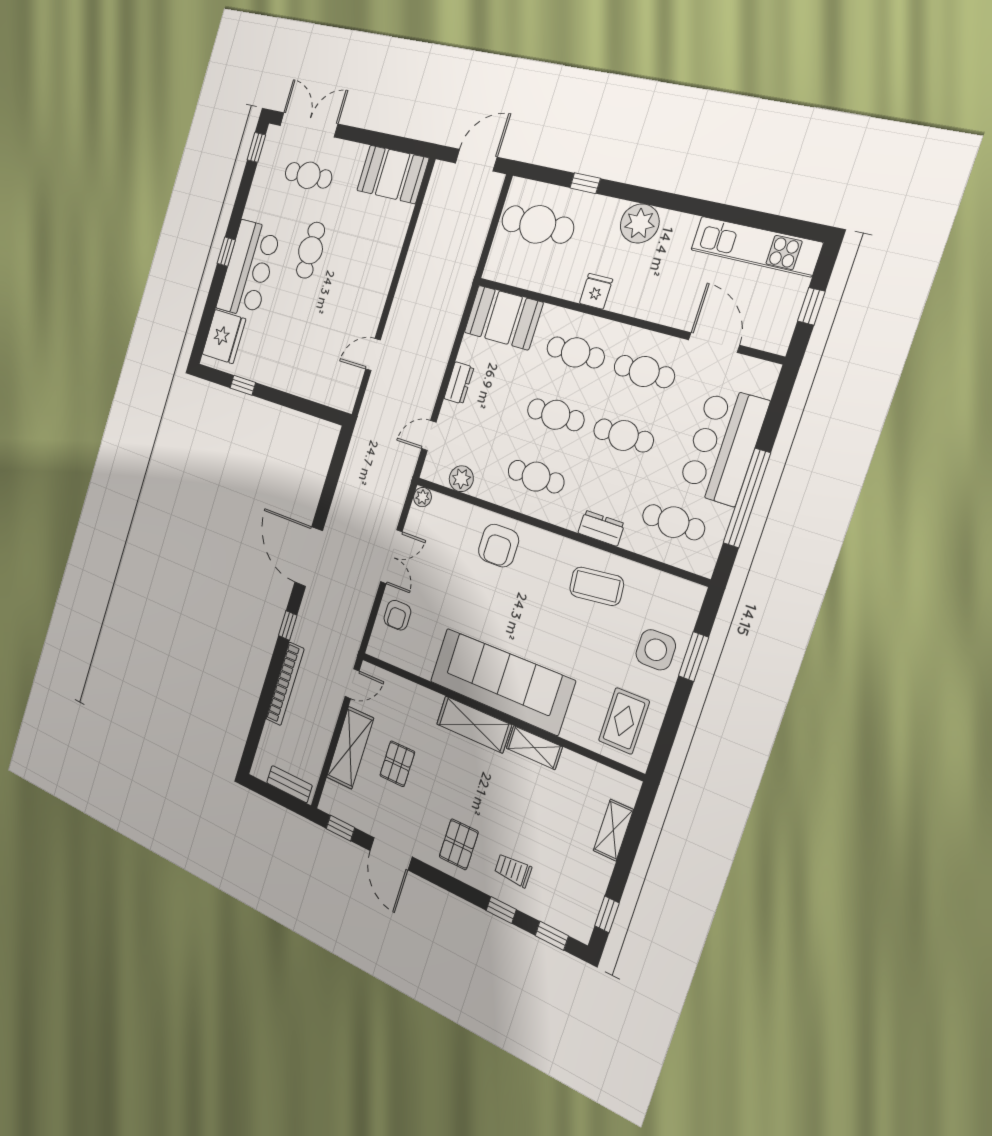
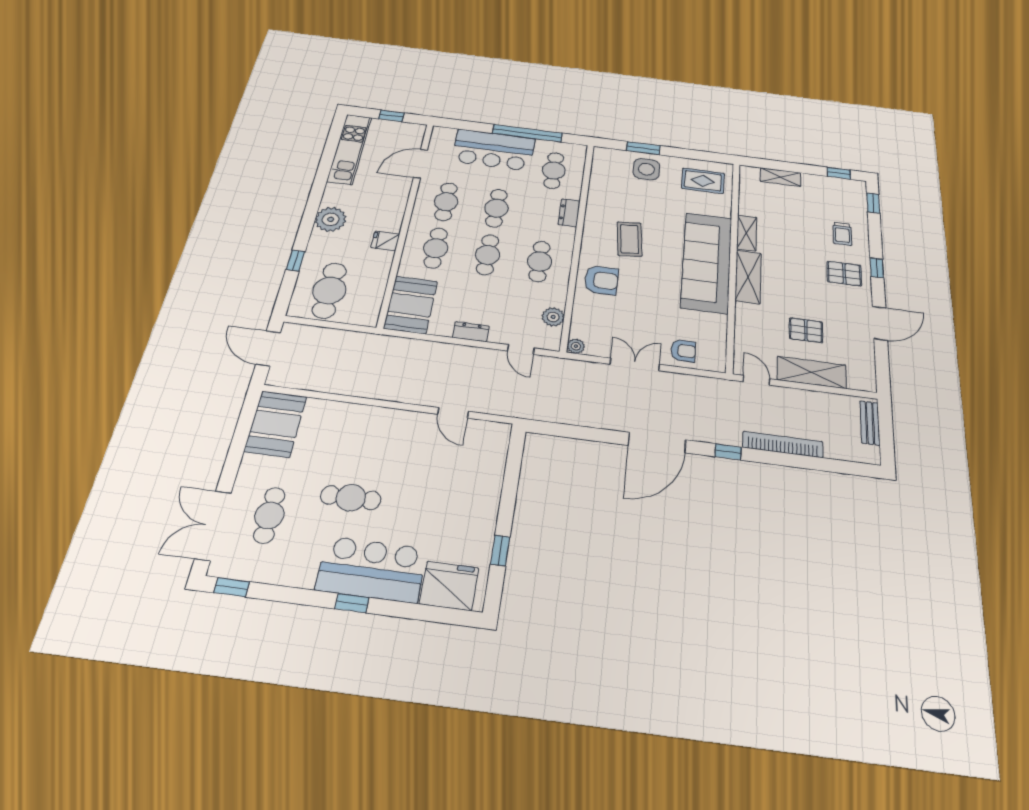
coffee table: (597, 586) -> (629, 239), moved
window: (340, 828) -> (882, 369), removed
window: (501, 910) -> (877, 268), moved

